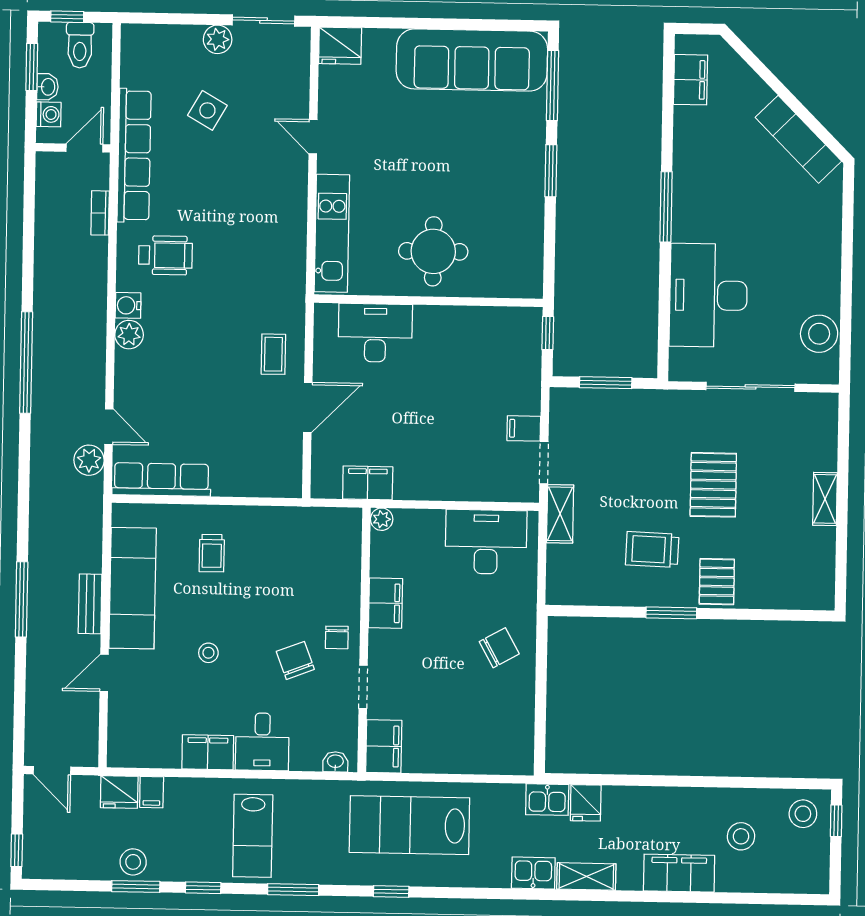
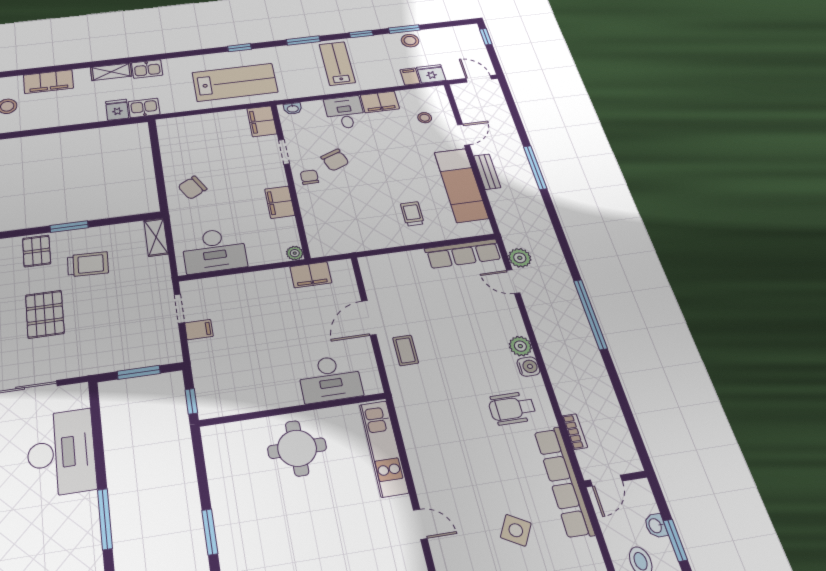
washing machine: (49, 114) -> (646, 503), removed
shelving: (560, 514) -> (156, 237), moved
stool: (208, 653) -> (425, 118), moved

